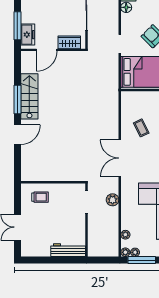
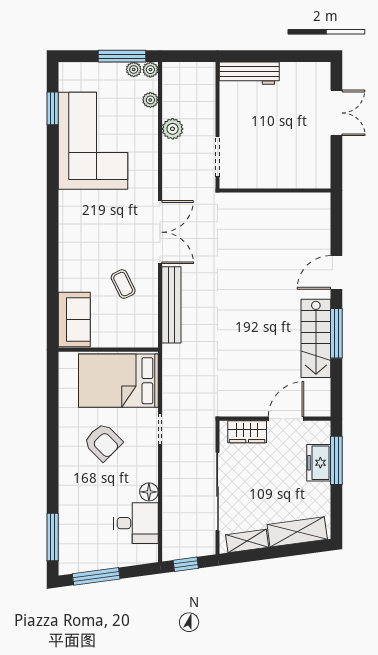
freezer: (28, 35) -> (319, 463), moved
bench: (113, 116) -> (171, 305), added
trolley: (40, 197) -> (298, 165), removed
plant: (113, 200) -> (173, 129), moved

